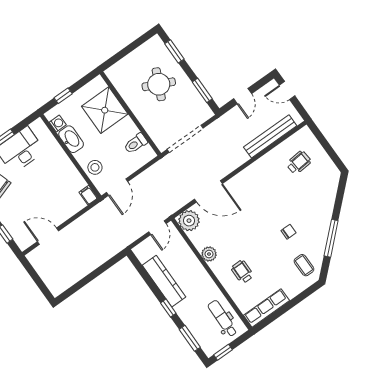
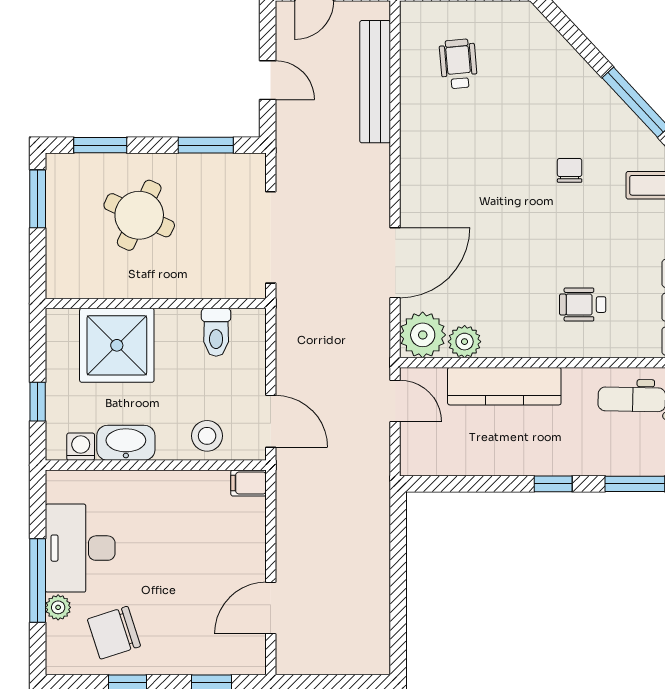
window: (138, 42) -> (38, 199), added
plant: (209, 254) -> (465, 342), moved
kitchen counter: (164, 281) -> (504, 386), moved, turned 180

